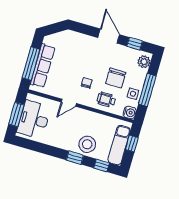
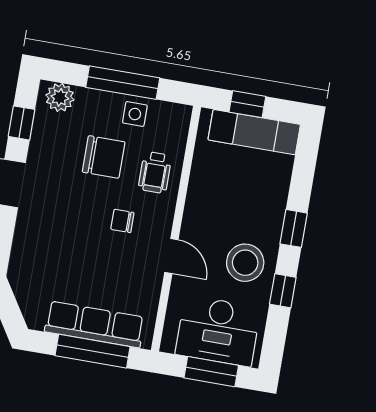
water cooler: (130, 112) -> (178, 117), removed
stool: (87, 144) -> (245, 263), moved
window: (102, 165) -> (283, 291), moved

